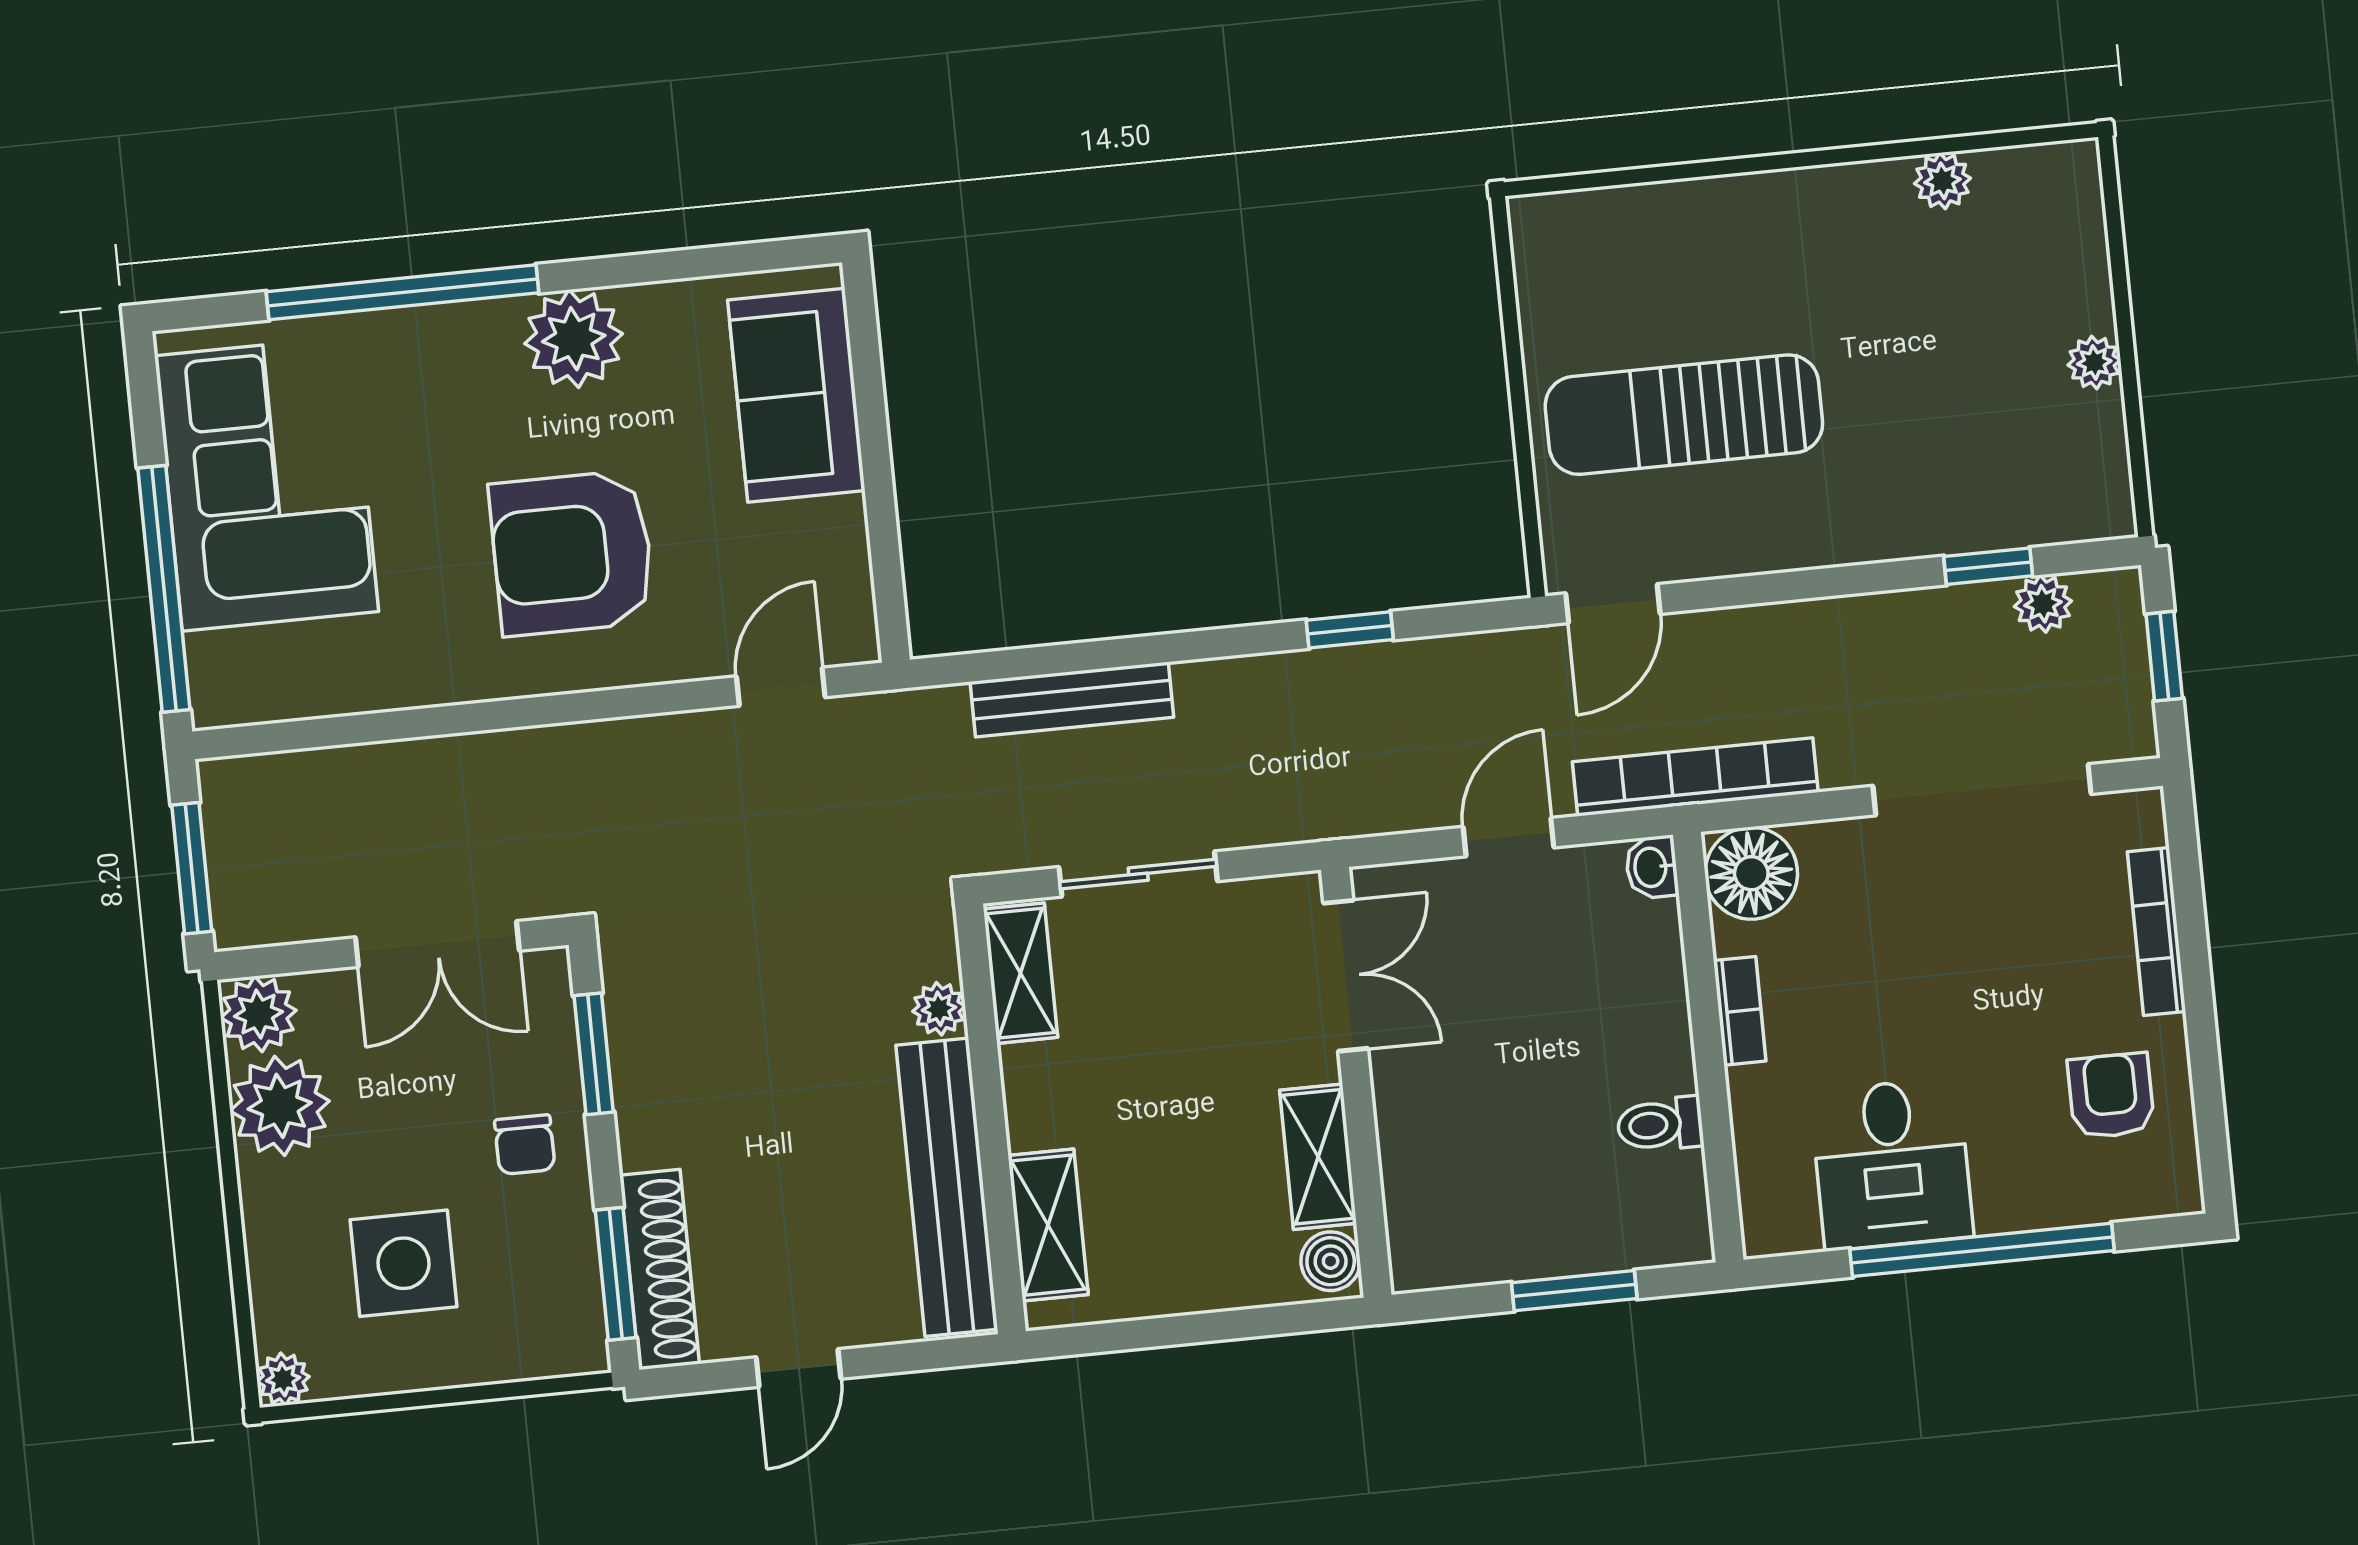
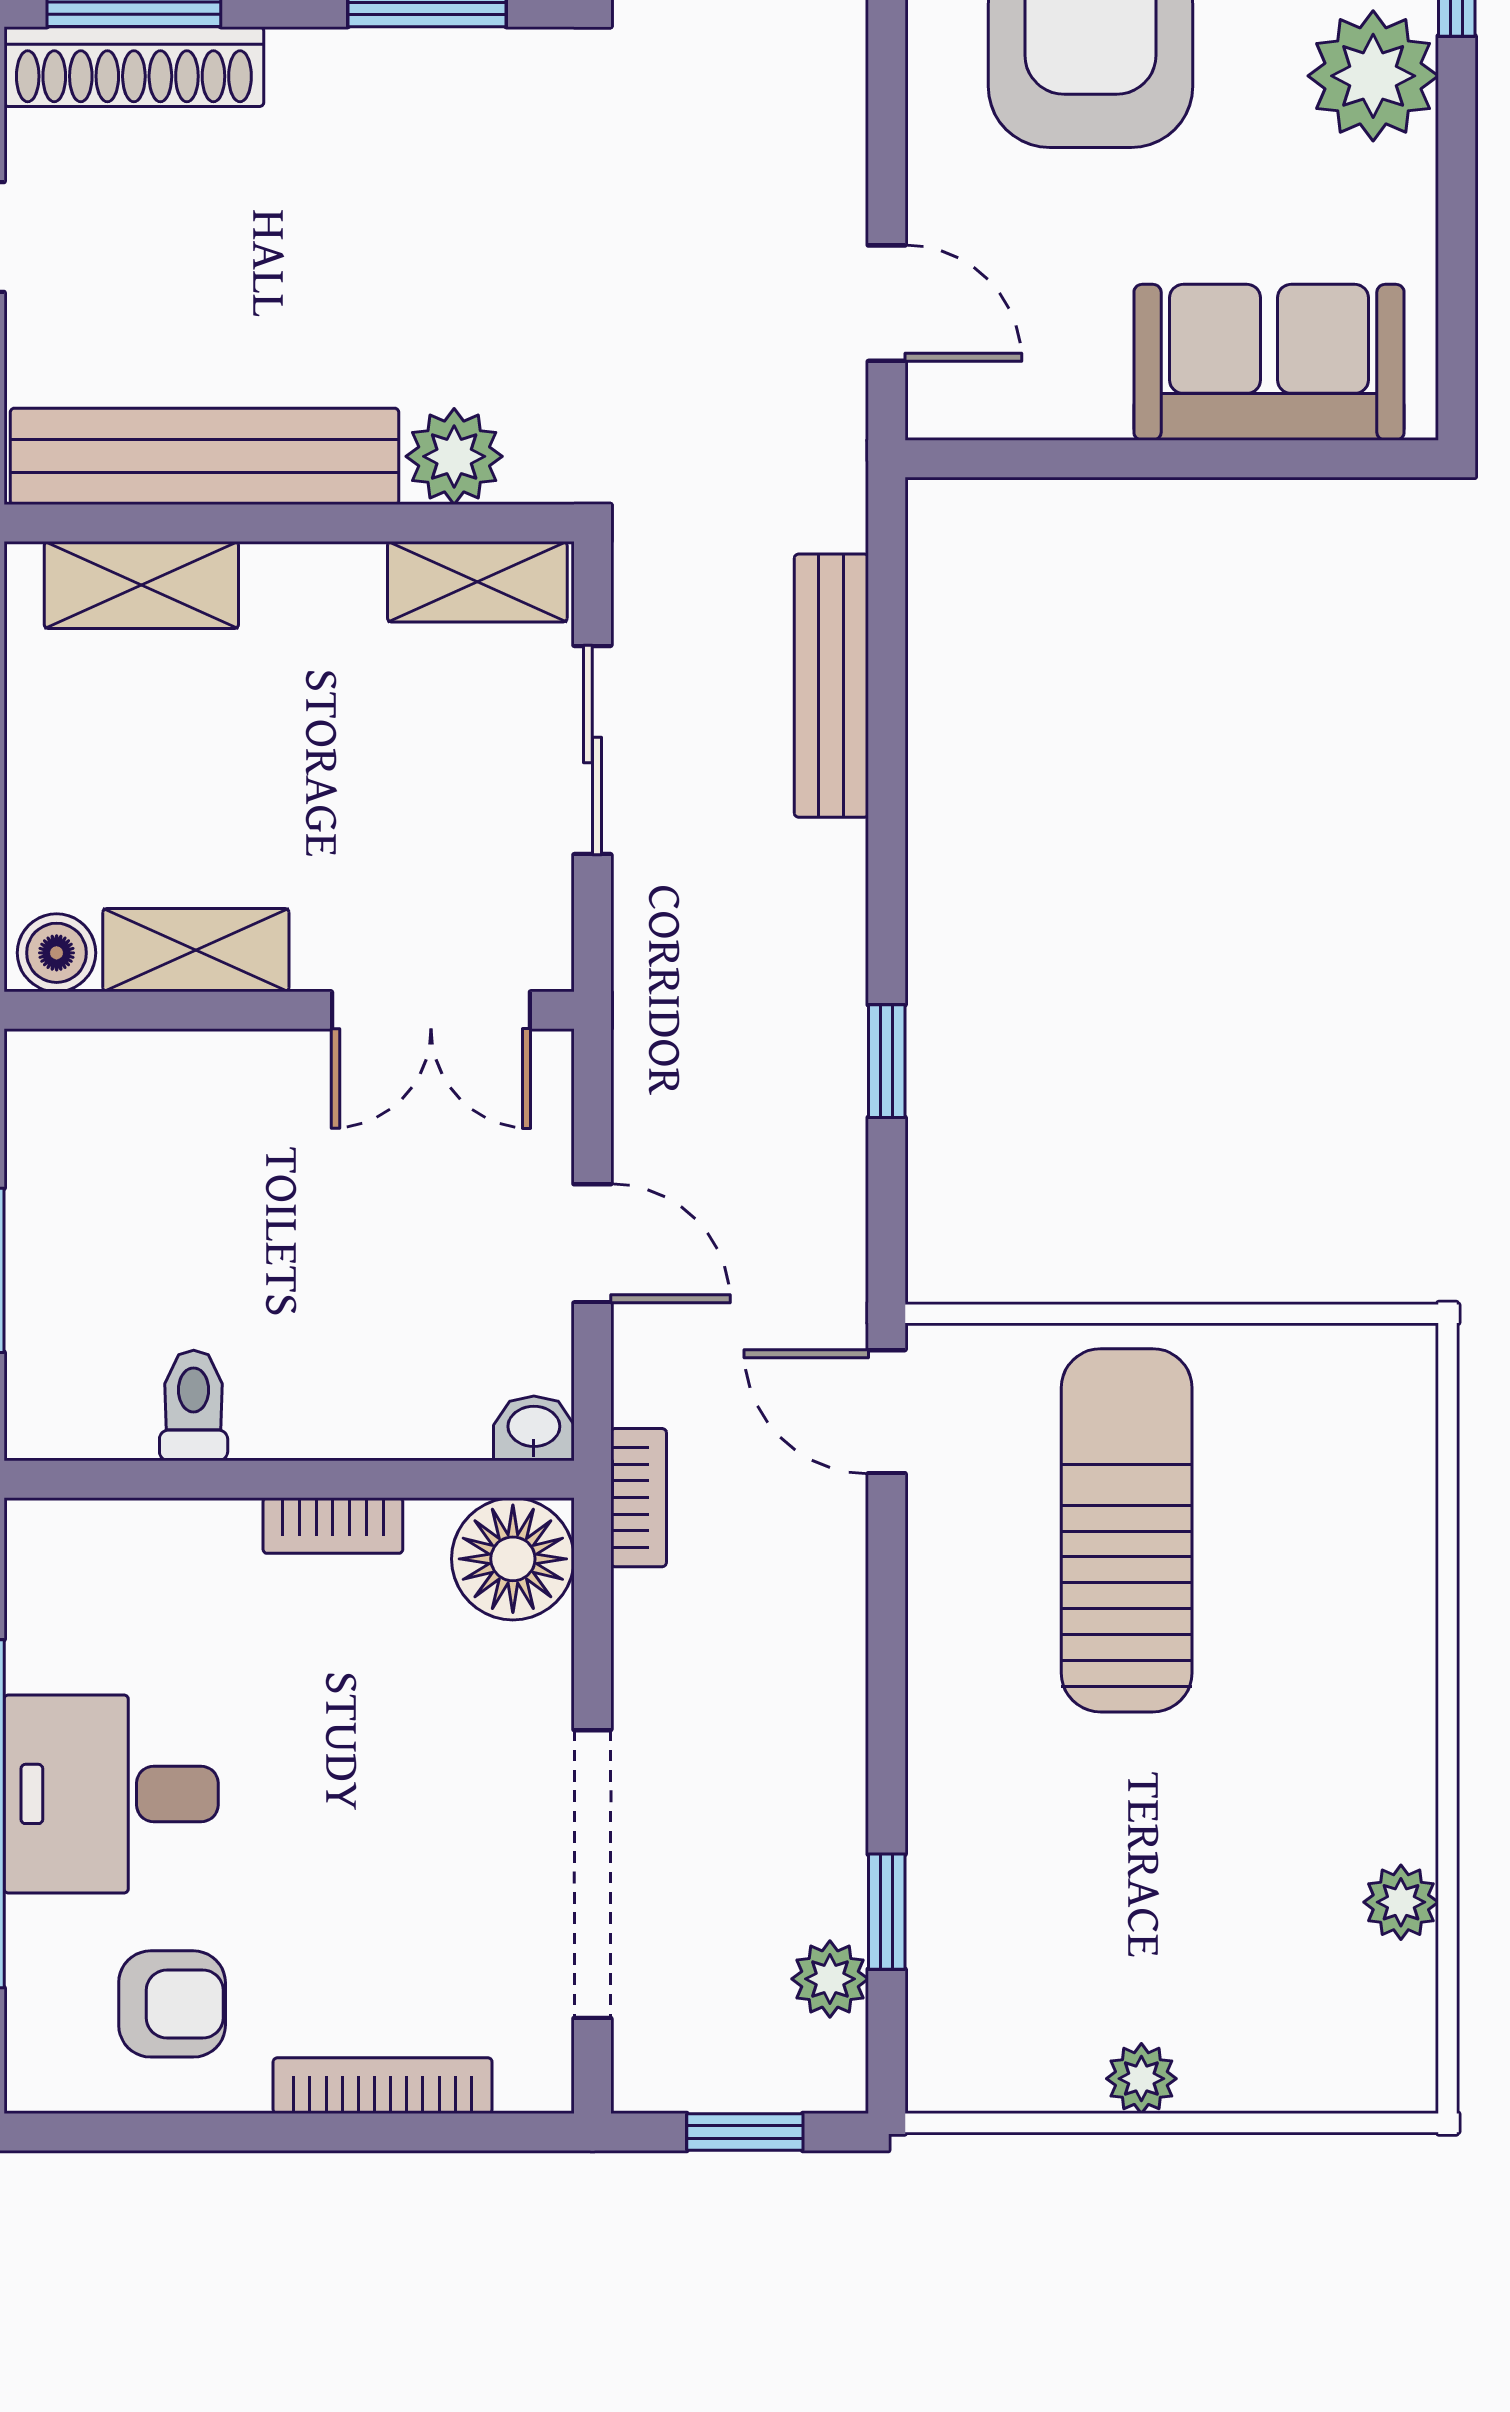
bookcase: (1695, 777) -> (639, 1498), width x0.43, depth x0.76
plant: (939, 1009) -> (454, 456), width x1.38, depth x1.38
desk: (1892, 1164) -> (111, 1794), moved

